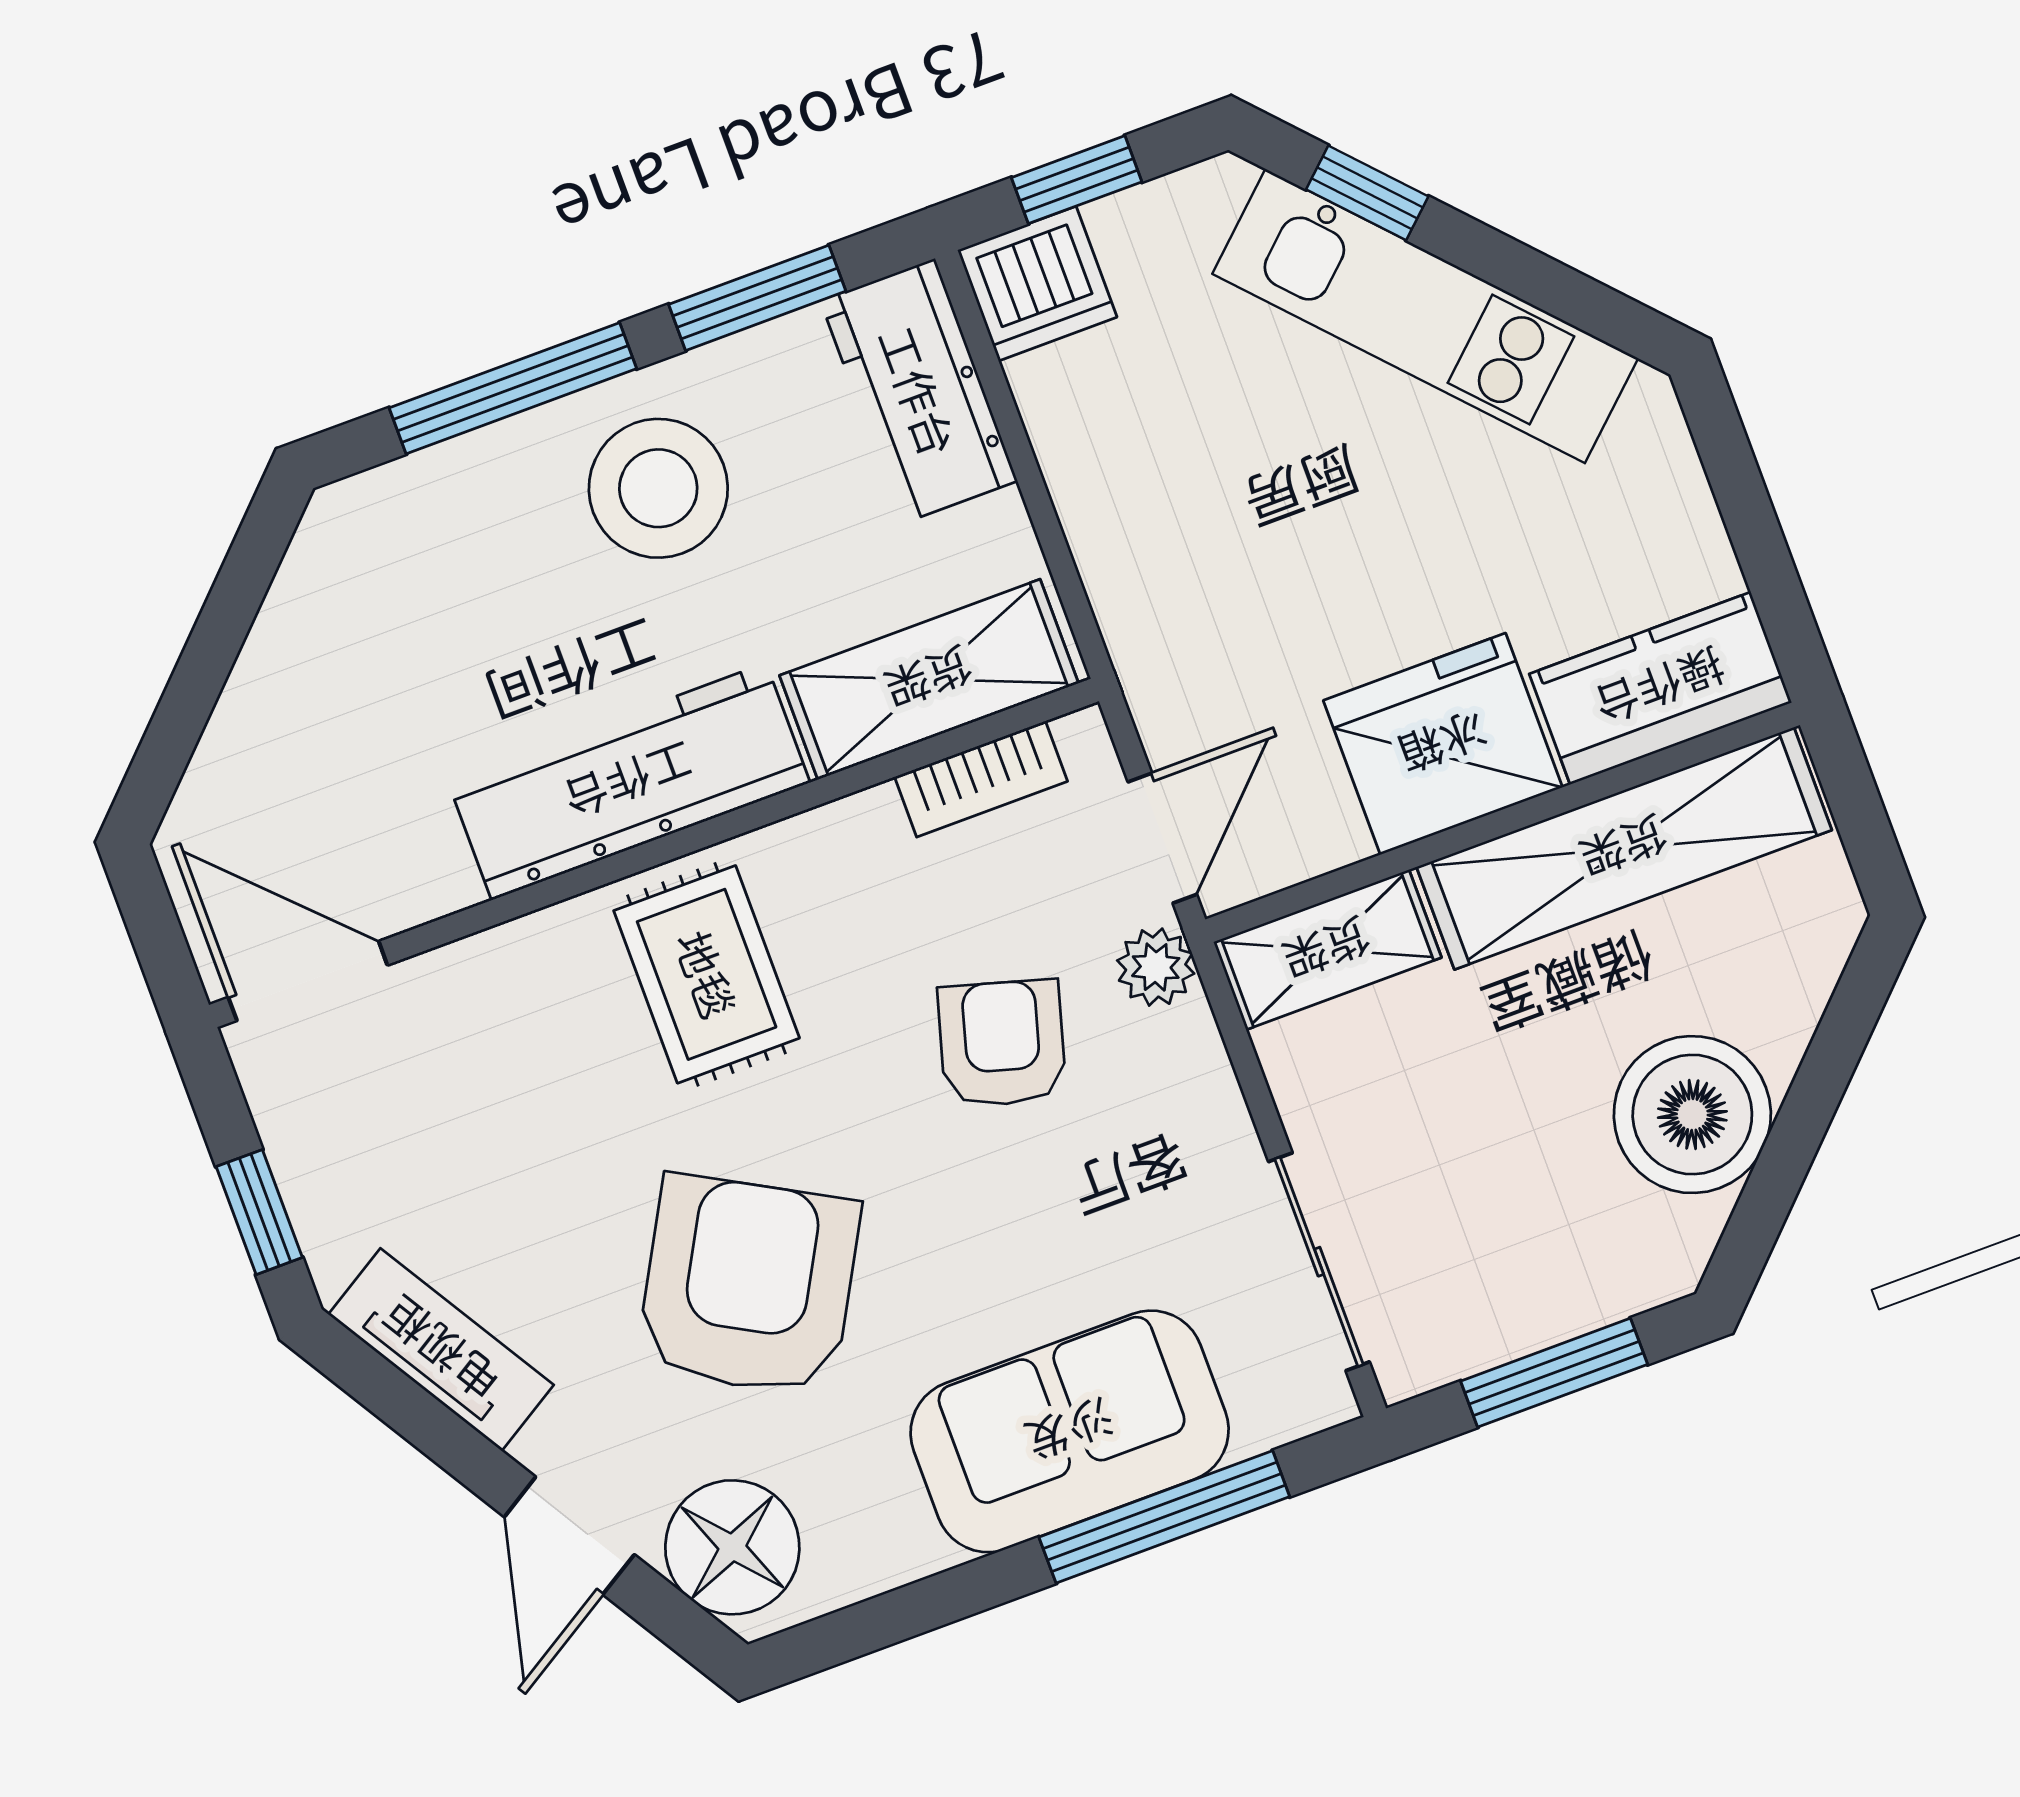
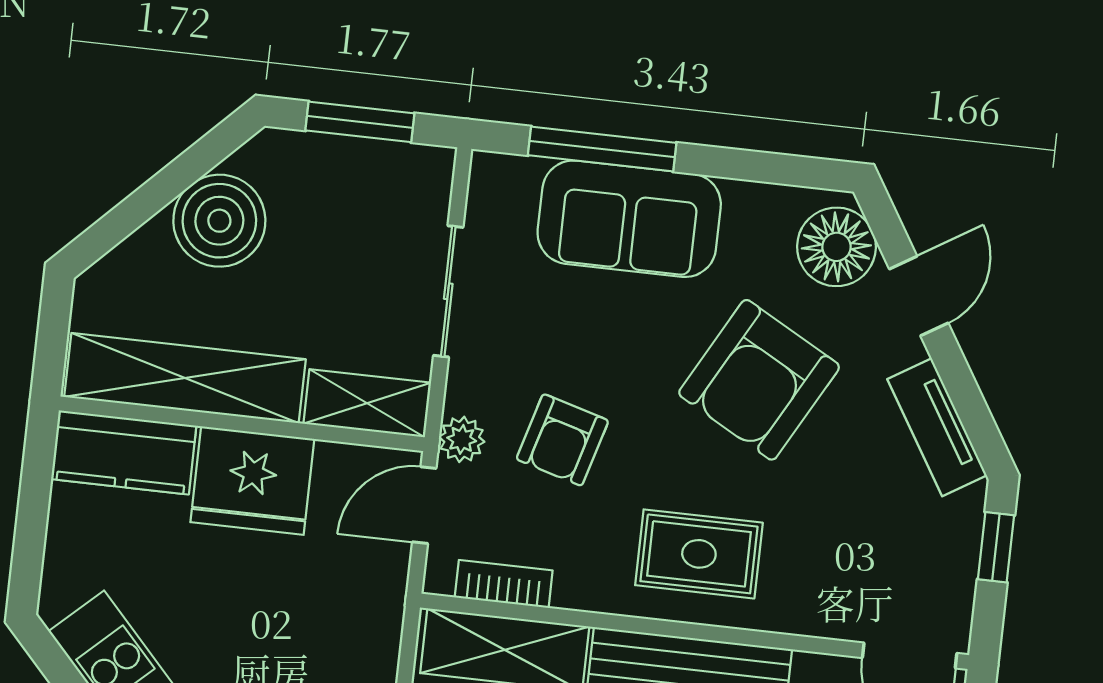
rug: (707, 974) -> (699, 554), turned 90
sliding door: (1319, 1262) -> (448, 291), moved

